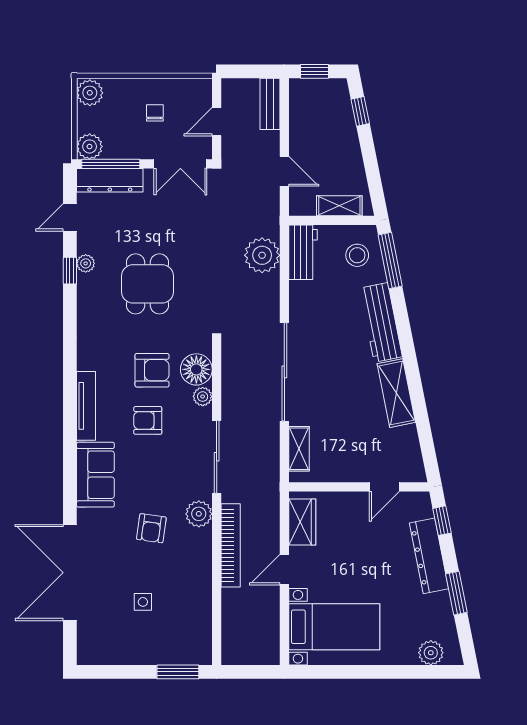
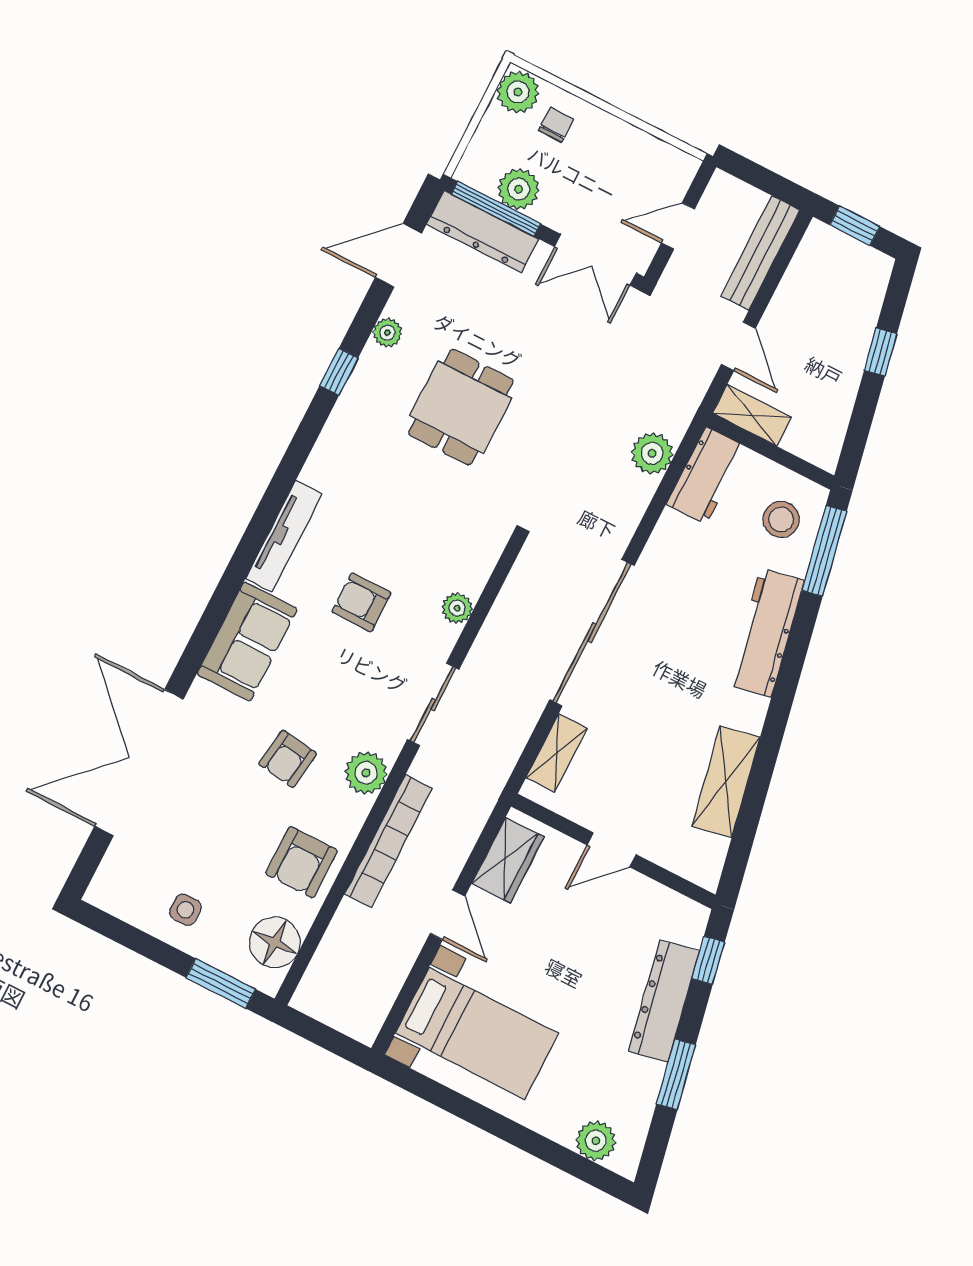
bench: (270, 104) -> (760, 253), width x1.36
window: (360, 111) -> (880, 352), moved
chair: (155, 113) -> (556, 125), moved
plant: (90, 146) -> (519, 189), moved
shelving: (339, 206) -> (752, 415), moved
door: (70, 217) -> (399, 255), width x1.38
plant: (262, 255) -> (652, 453), width x0.73, depth x0.73
window: (70, 271) -> (339, 372), moved
floor lamp: (196, 369) -> (275, 942), moved
armchair: (152, 370) -> (302, 862), moved, turned 90
shelving: (396, 393) -> (726, 782), moved
sliding door: (217, 457) -> (433, 704), width x0.73
door: (384, 487) -> (612, 850), moved
door: (284, 570) -> (447, 915), swing flipped
side table: (143, 602) -> (185, 910), moved

